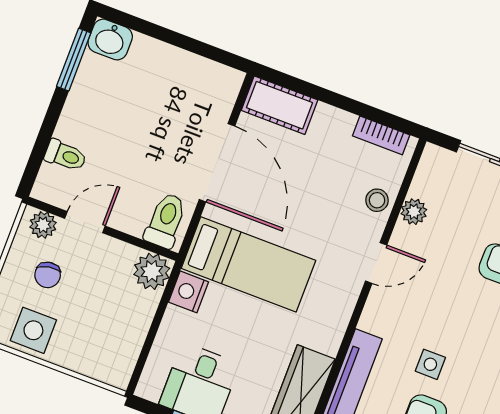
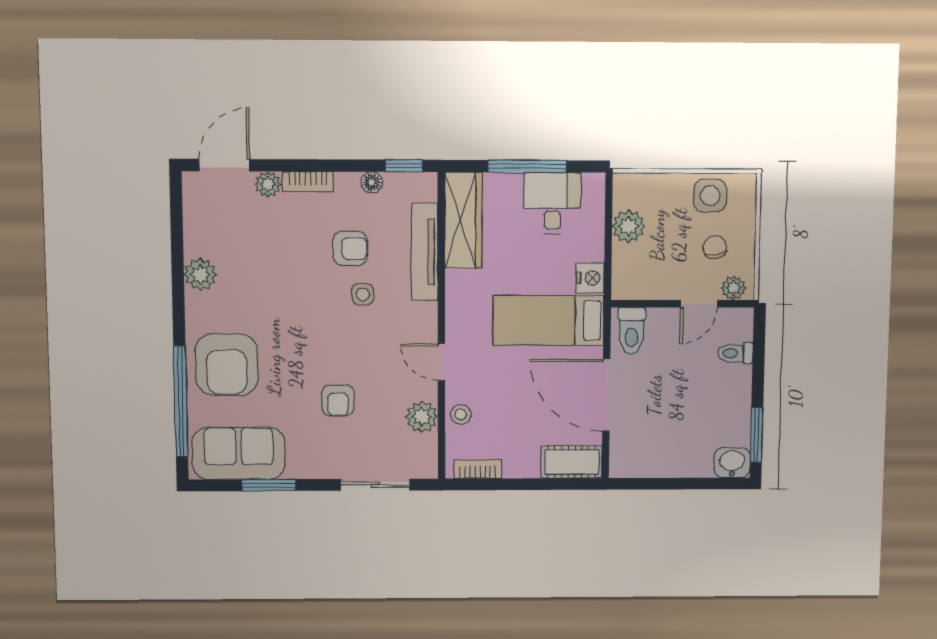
plant: (414, 212) -> (422, 417), width x1.38, depth x1.38
door: (376, 263) -> (441, 362), hinge flipped
plant: (152, 271) -> (629, 226), moved

